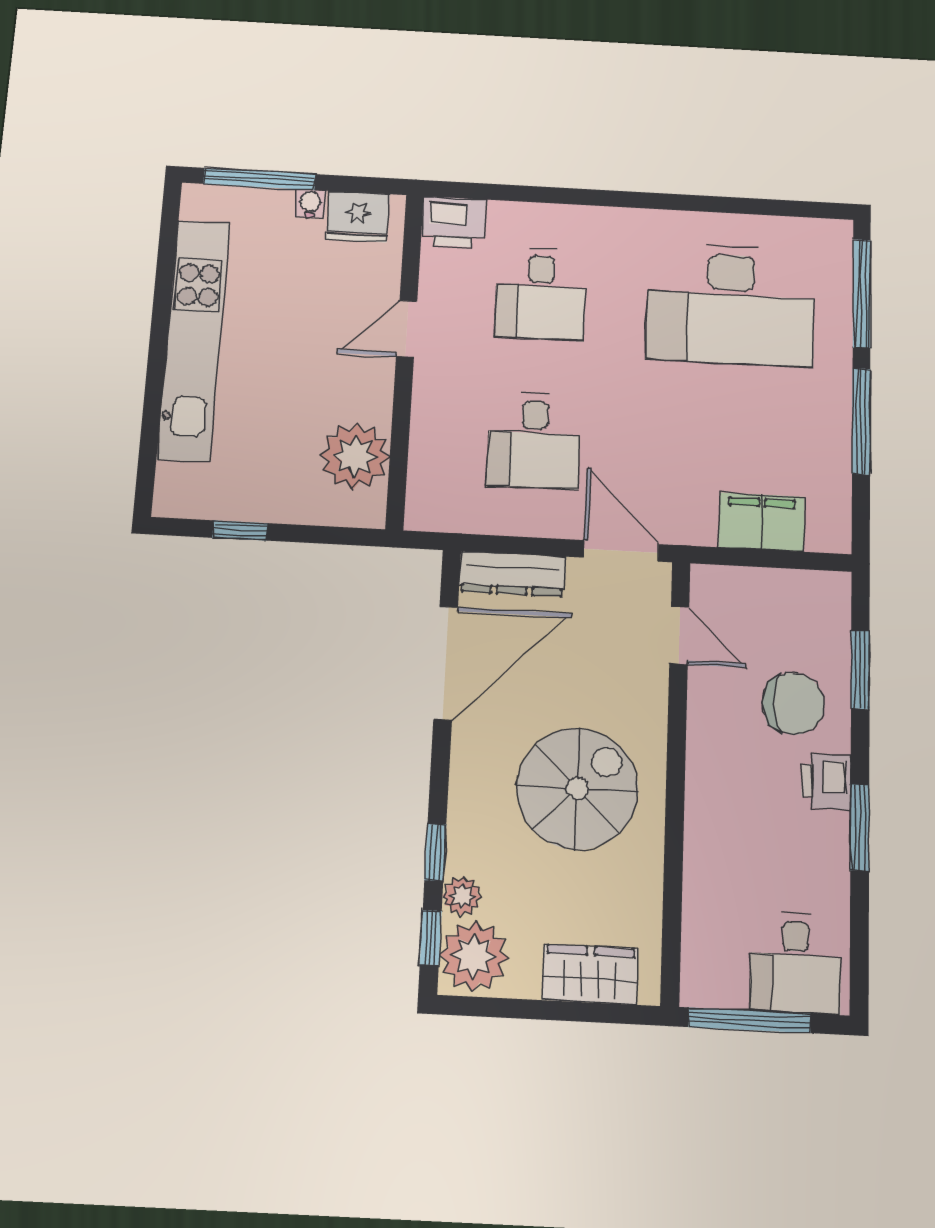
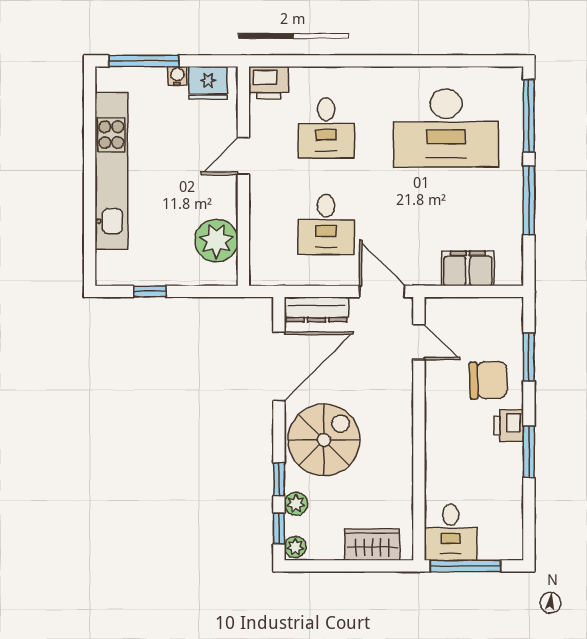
spiral stairs: (577, 789) -> (324, 440), moved
plant: (474, 956) -> (295, 547), width x0.53, depth x0.53
desk: (795, 963) -> (451, 532), moved

